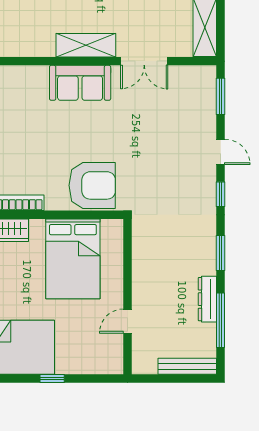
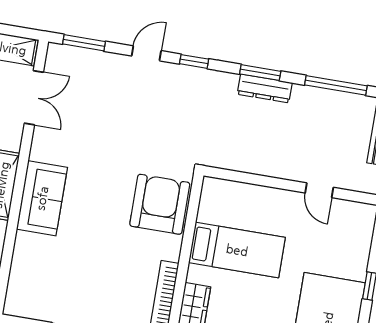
double door: (144, 61) -> (34, 98), moved
bed: (73, 259) -> (237, 250), width x0.67
dresser: (207, 299) -> (265, 88), moved

